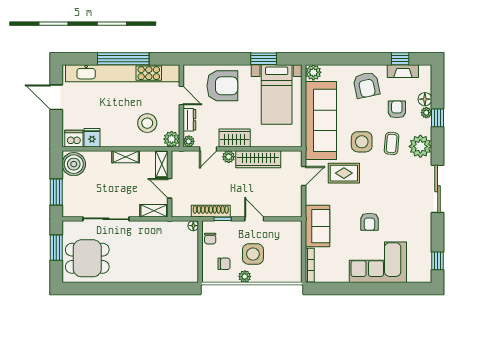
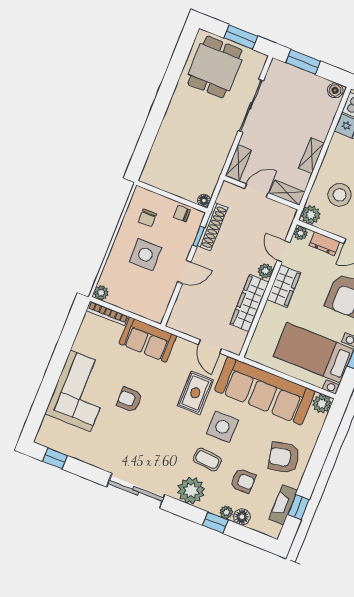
boiler: (74, 164) -> (335, 90), width x0.54, depth x0.54
plant: (245, 277) -> (101, 293), moved

